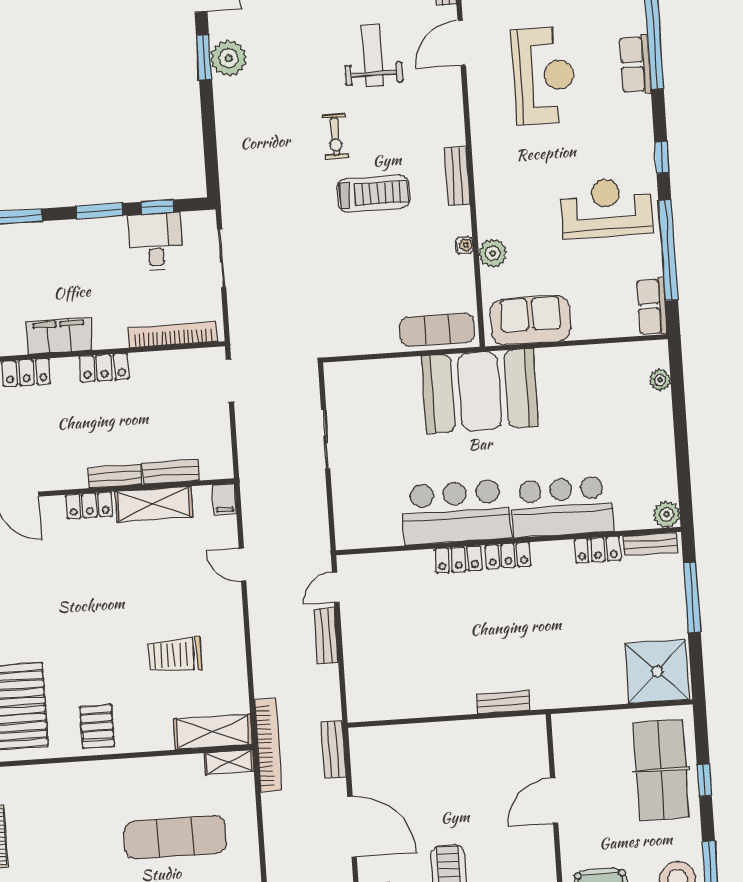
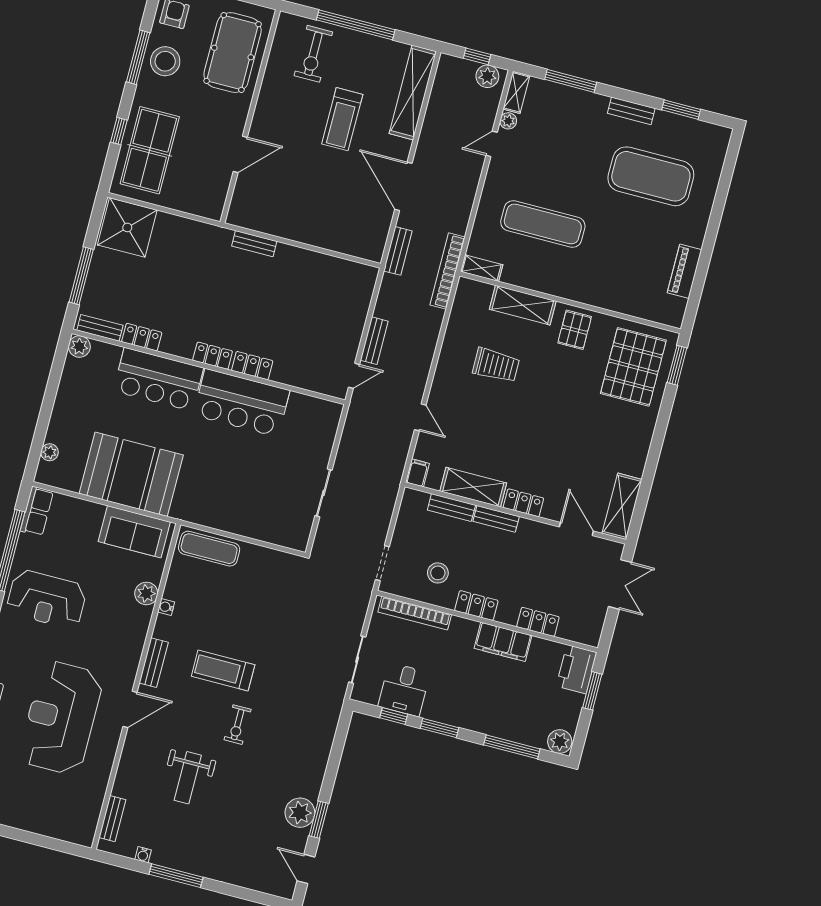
door: (462, 43) -> (130, 709), moved
reception desk: (543, 76) -> (61, 718), width x1.36, depth x1.30
exercise bike: (335, 136) -> (238, 725), turned 180
stool: (162, 391) -> (438, 573), added
booth: (480, 391) -> (131, 474), moved
shelving: (213, 732) -> (523, 305), moved

